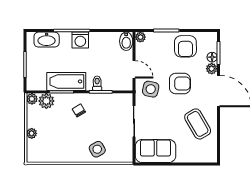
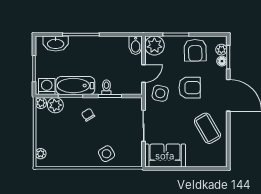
plant: (140, 37) -> (154, 45), width x1.88, depth x1.88
washing machine: (80, 40) -> (47, 87), moved, turned 180
door: (134, 69) -> (143, 73), hinge flipped
plant: (212, 69) -> (221, 50), moved
plant: (32, 133) -> (41, 154), moved

